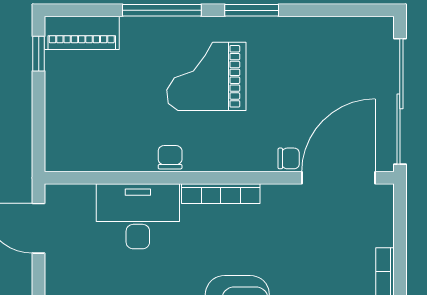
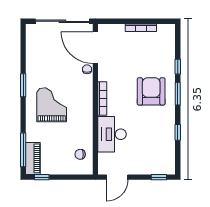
window: (162, 10) -> (23, 150), moved
grand piano: (206, 76) -> (52, 105), turned 180
chair: (170, 157) -> (80, 154), moved

